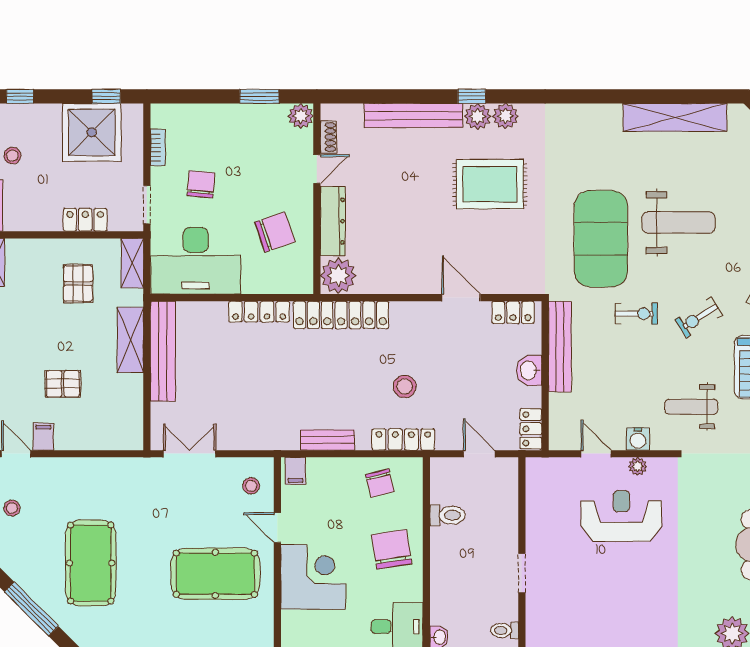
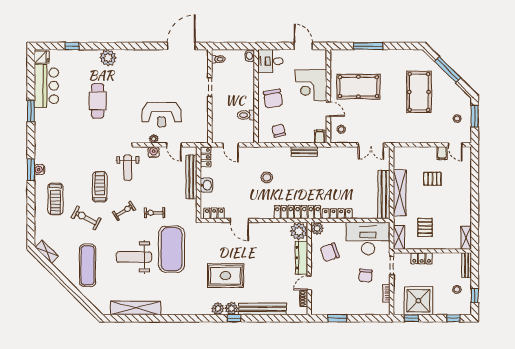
plant: (301, 116) -> (317, 228), moved
shelving: (130, 340) -> (400, 193), width x1.47
bench: (560, 347) -> (191, 177), moved
weight bench: (691, 407) -> (128, 168), turned 90
locker: (403, 439) -> (267, 152), removed

